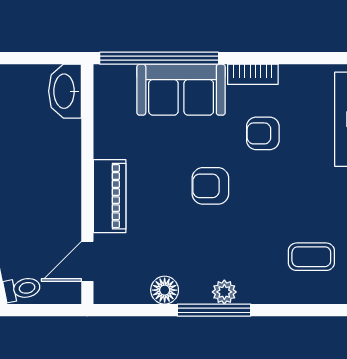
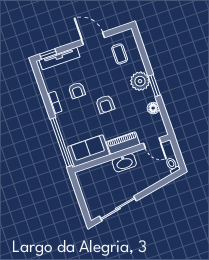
sofa: (181, 90) -> (89, 151), moved, turned -90
washbasin: (65, 91) -> (124, 163), moved
plant: (224, 292) -> (140, 81), width x1.87, depth x1.87
window: (214, 310) -> (154, 86), width x0.69

